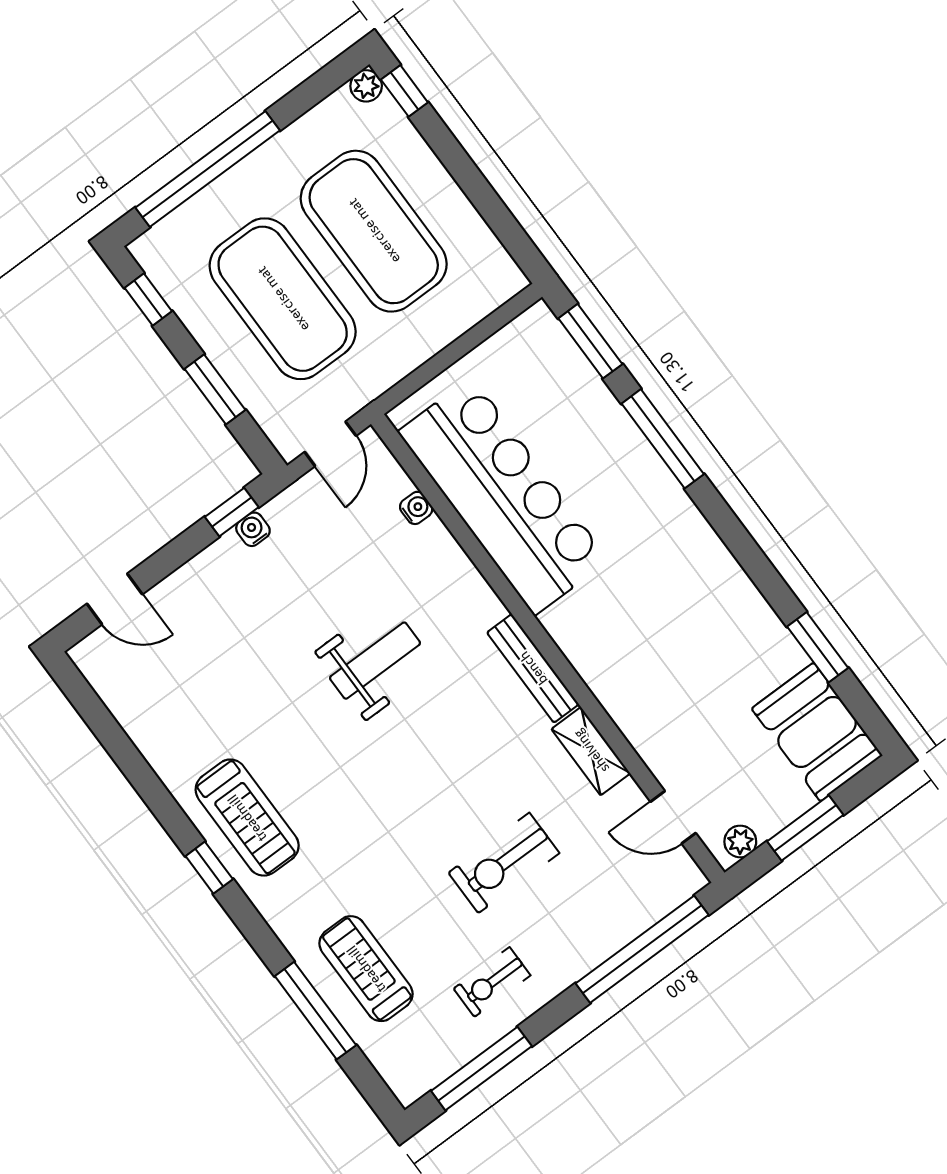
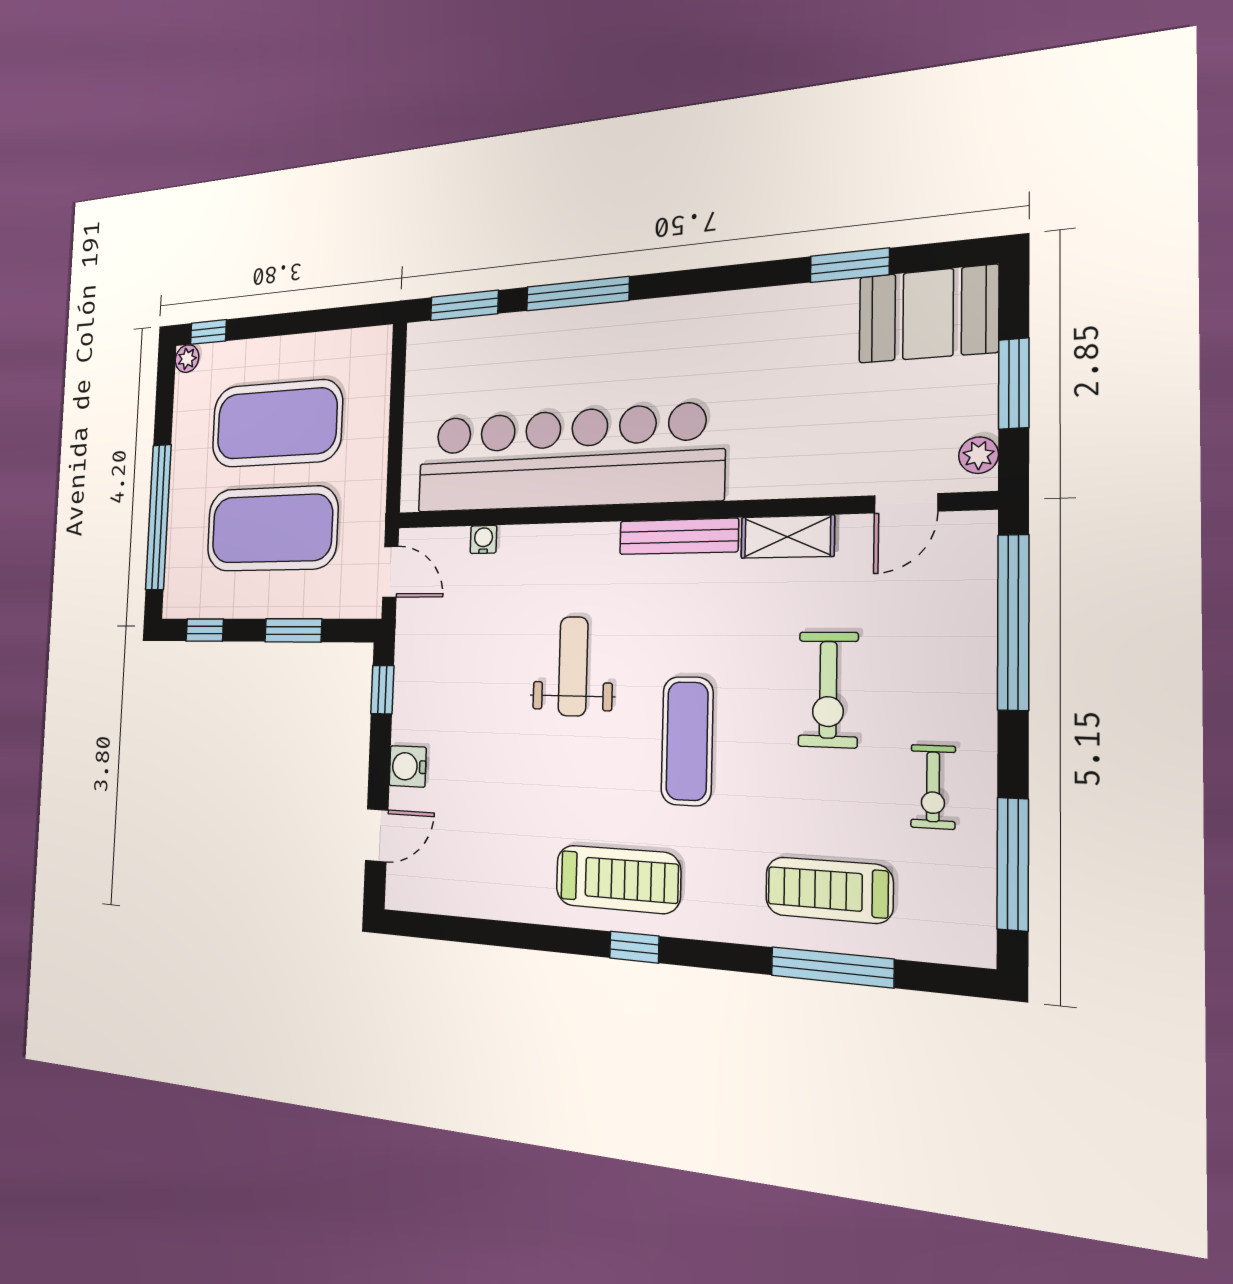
bar counter: (503, 496) -> (566, 459), width x1.36
water cooler: (253, 529) -> (408, 766), moved, width x1.38, depth x1.38
exercise mat: (389, 791) -> (687, 741), added

